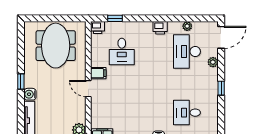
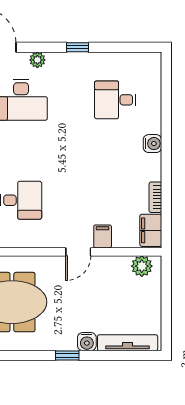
filing cabinet: (98, 73) -> (103, 236), moved
desk: (187, 113) -> (115, 100), turned 90

